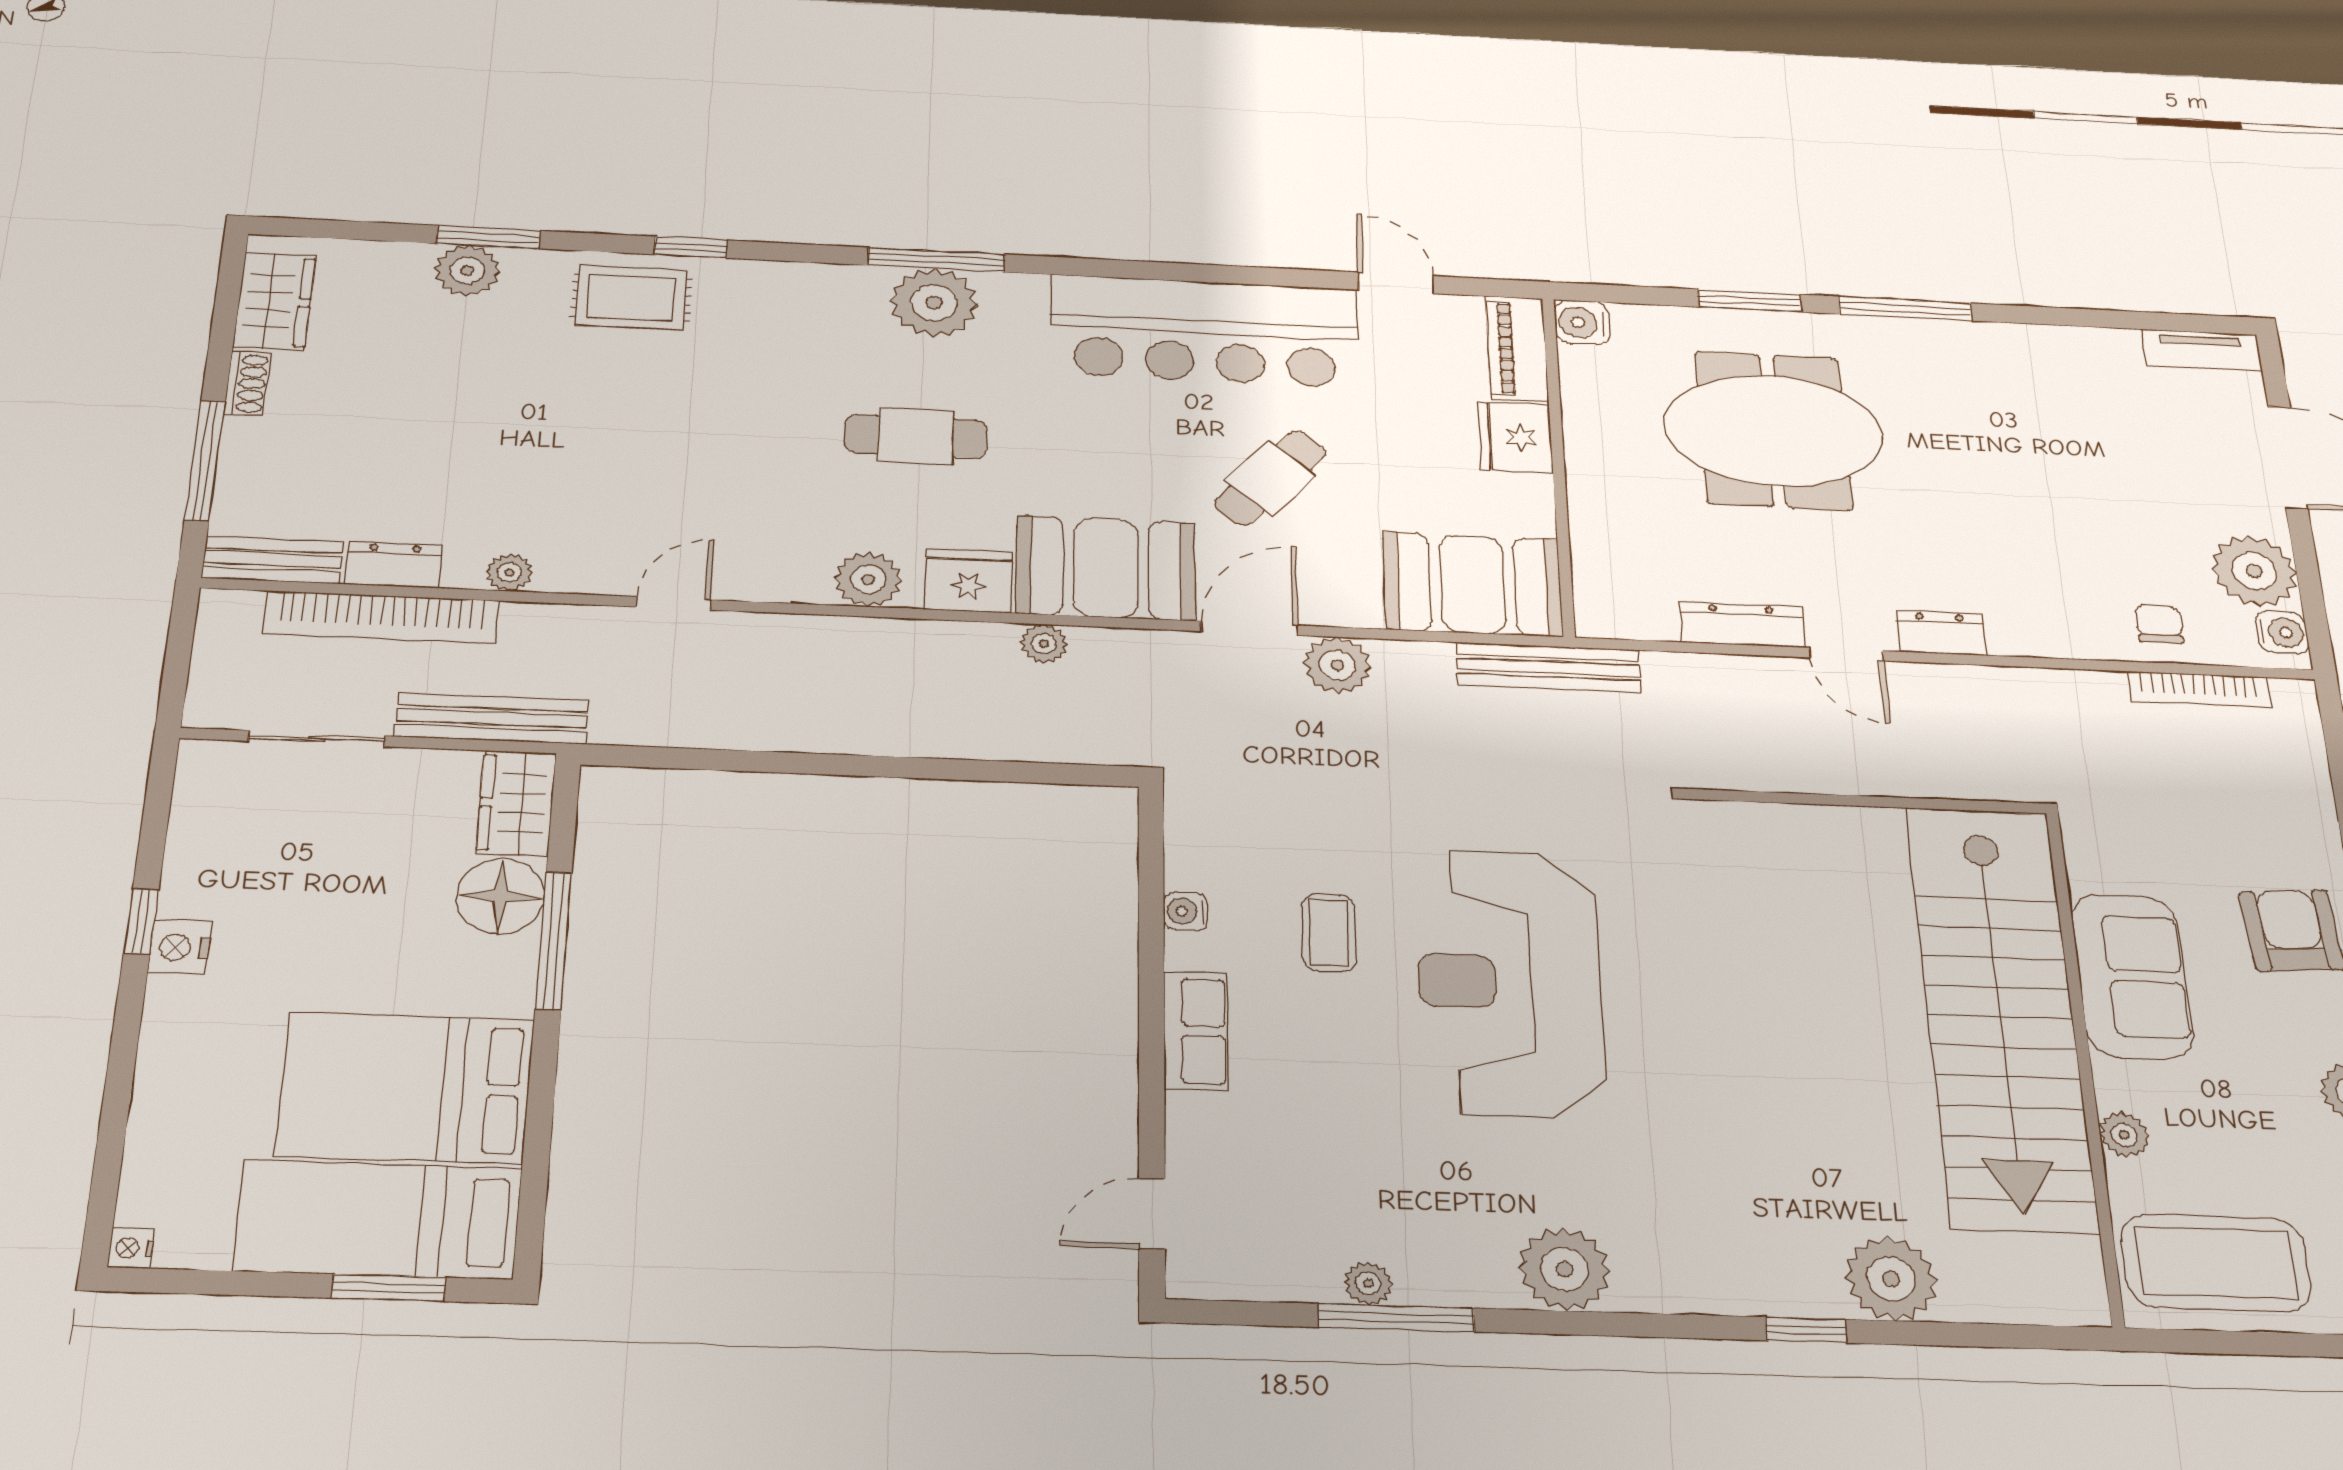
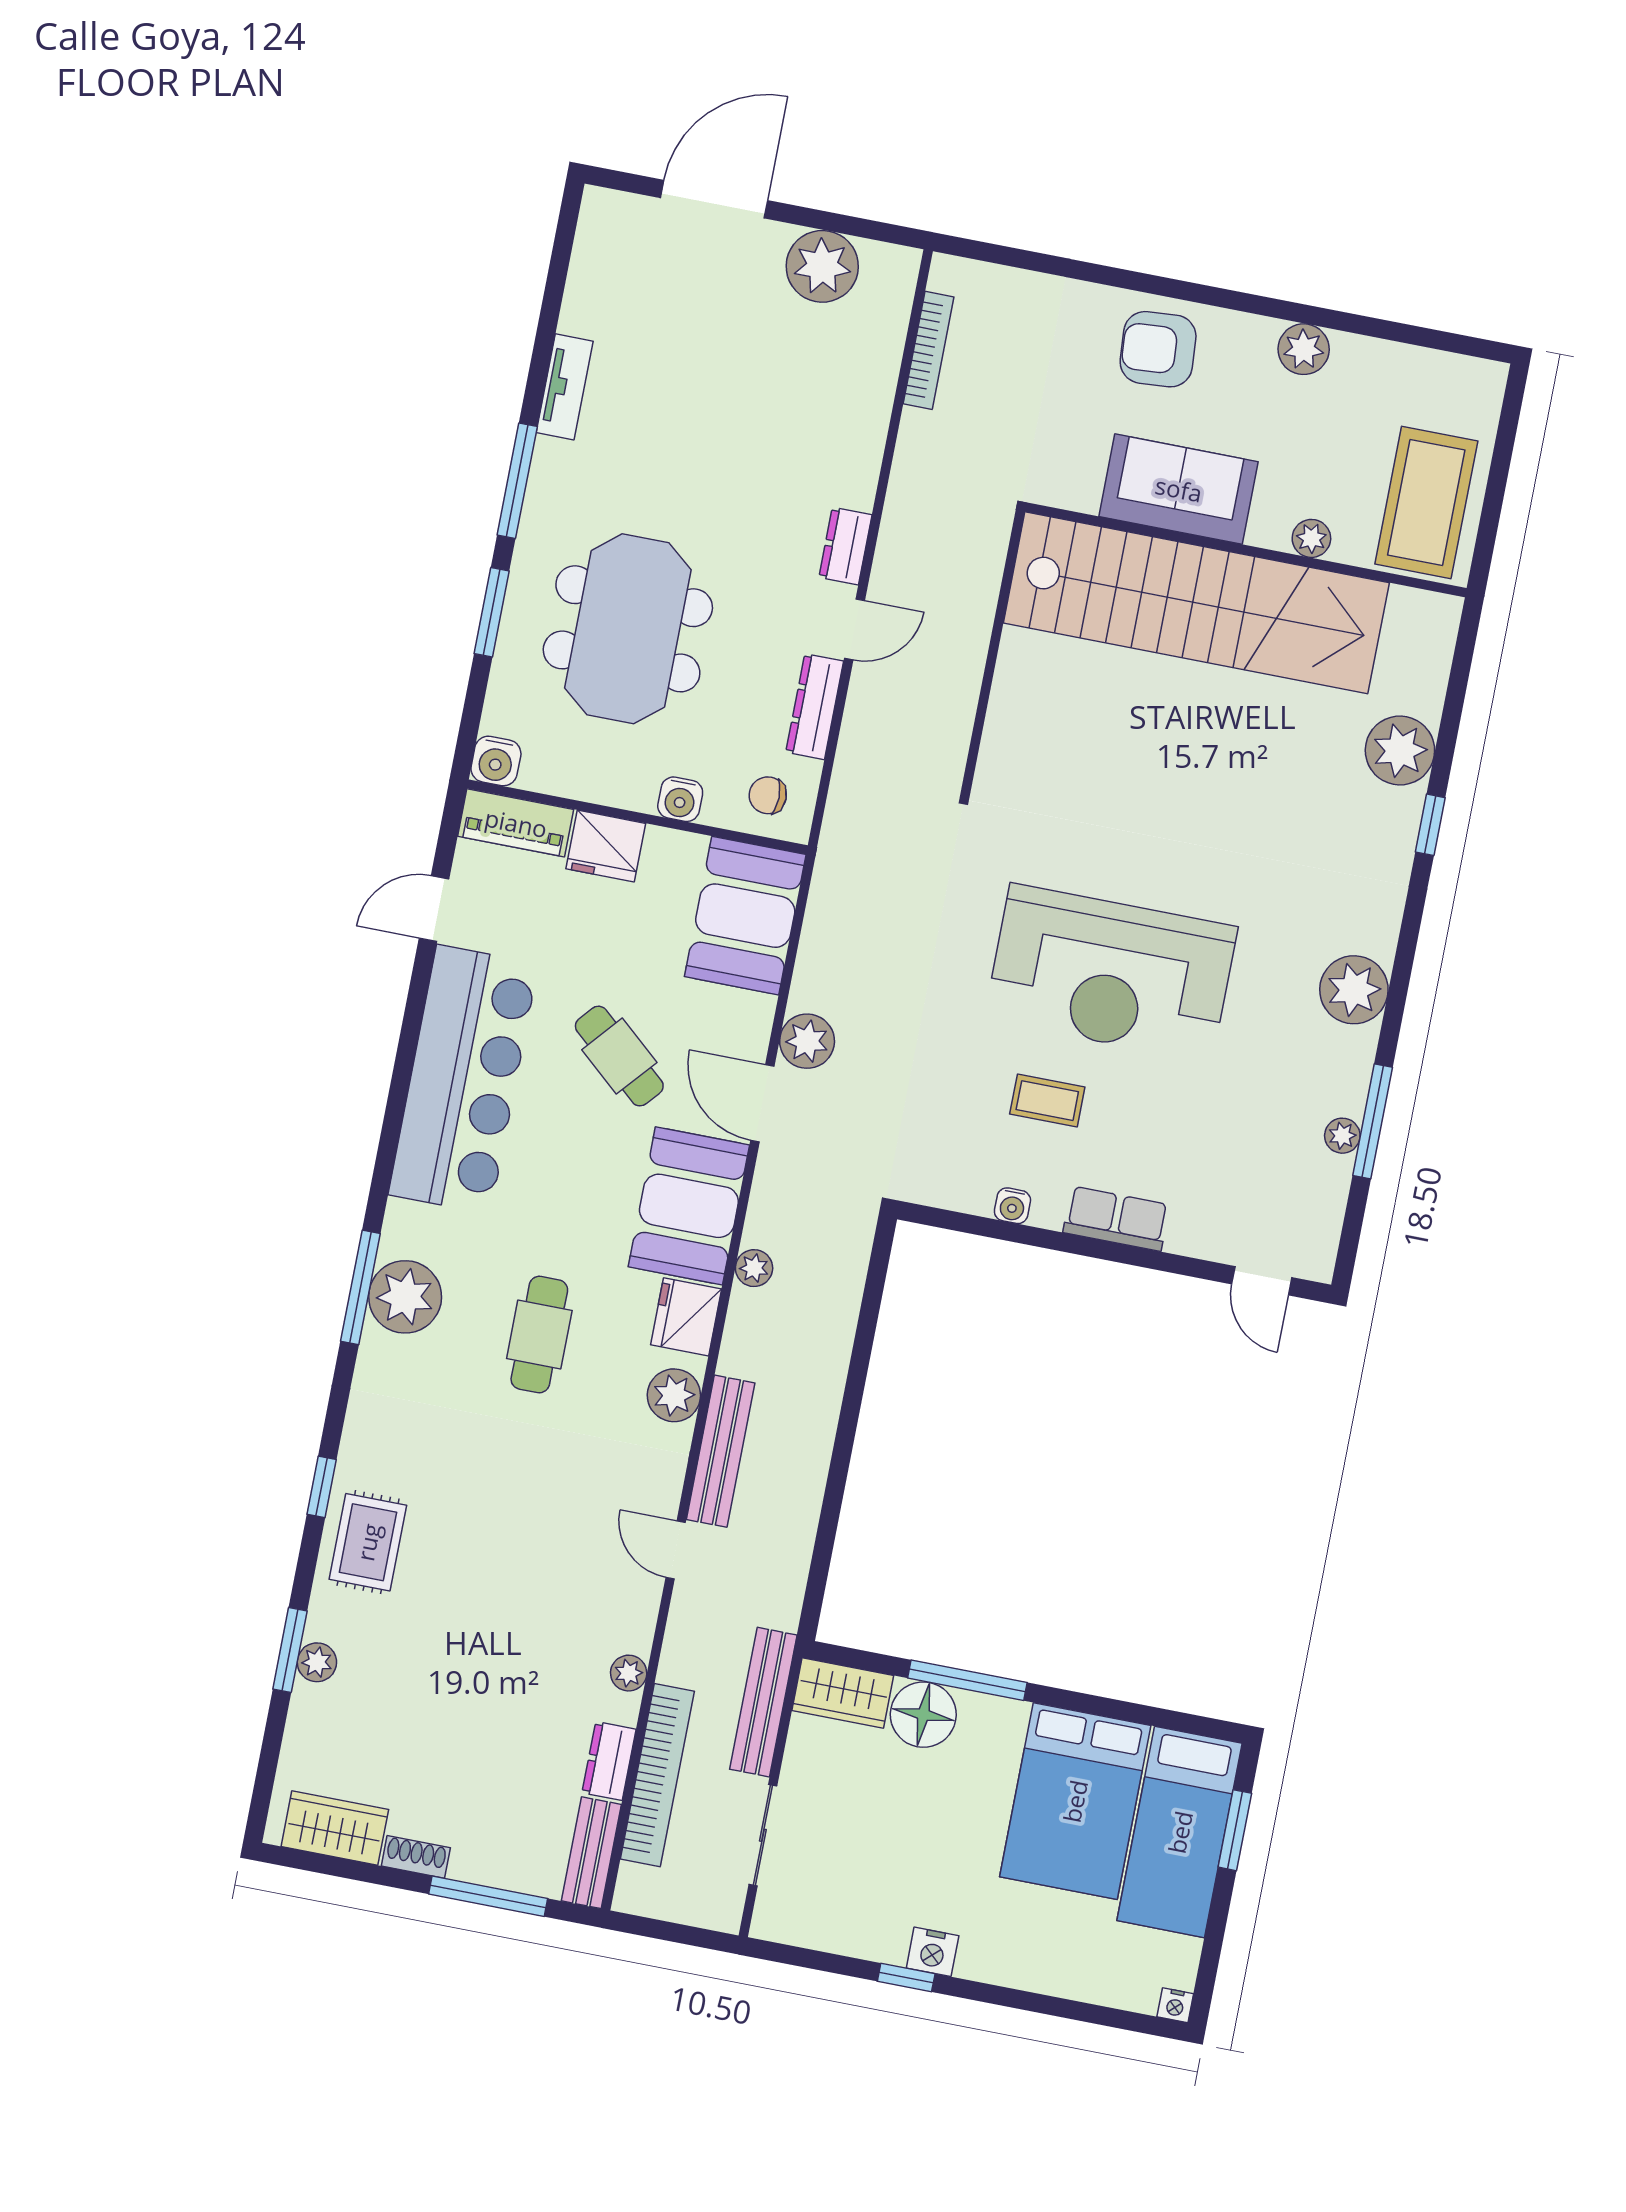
plant: (467, 270) -> (317, 1662), width x0.73, depth x0.73
tv unit: (2202, 350) -> (565, 387), moved
chair: (2159, 624) -> (768, 795), moved
water cooler: (2282, 632) -> (680, 799), moved, turned 180
bench: (1548, 667) -> (721, 1451), moved

